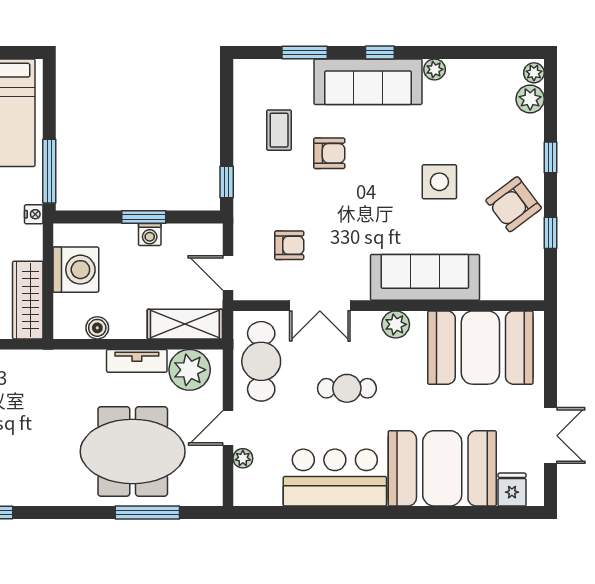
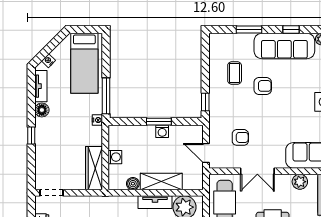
washing machine: (76, 270) -> (115, 157), width x0.53, depth x0.53
shelving: (185, 324) -> (161, 182), moved

